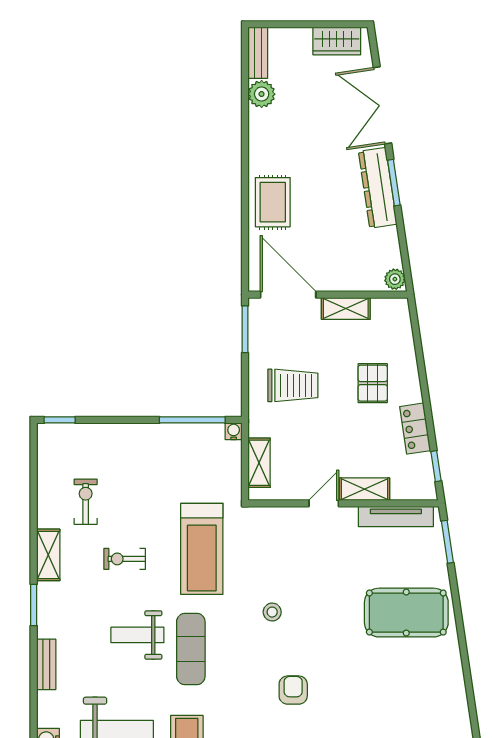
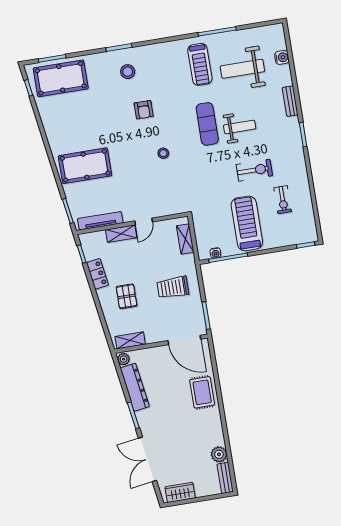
double door: (382, 105) -> (147, 459), swing flipped
dresser: (378, 188) -> (135, 387), moved
shelving: (346, 308) -> (130, 340), moved
water cooler: (234, 431) -> (215, 253), moved
treadmill: (202, 549) -> (247, 223), moved
shelving: (48, 555) -> (299, 165), removed
exercise bike: (125, 559) -> (254, 170), width x1.38, depth x1.39

